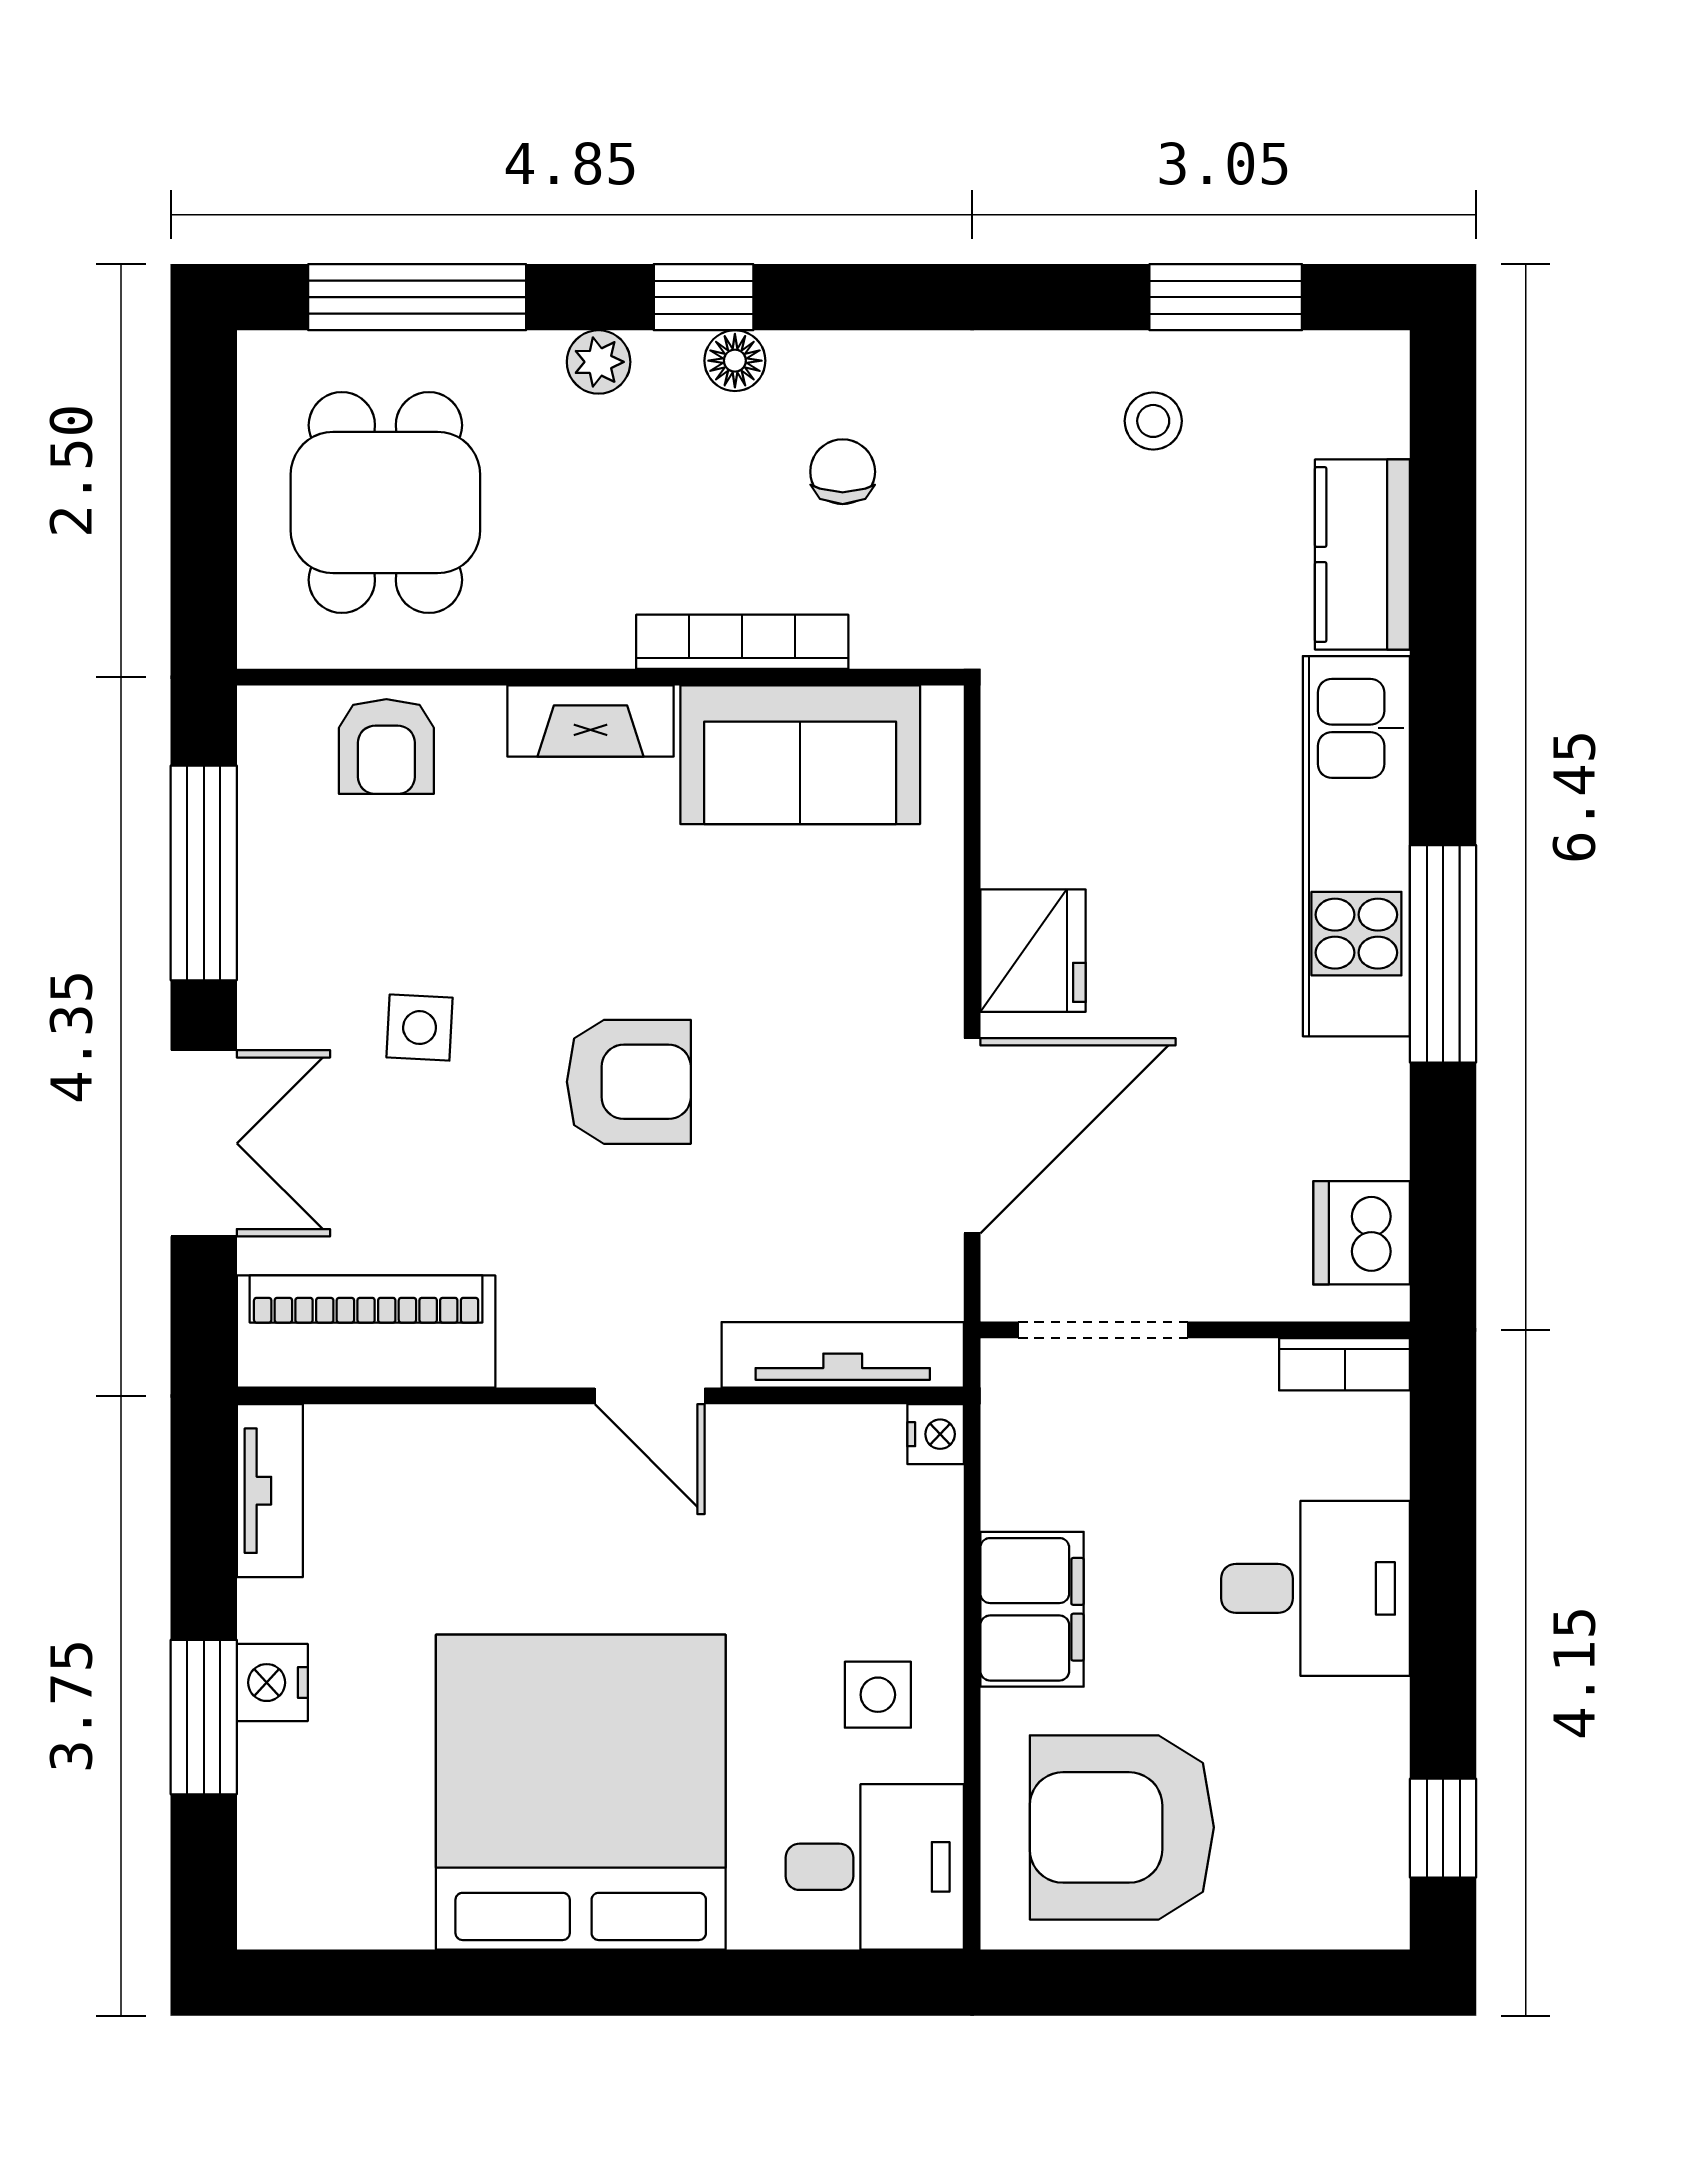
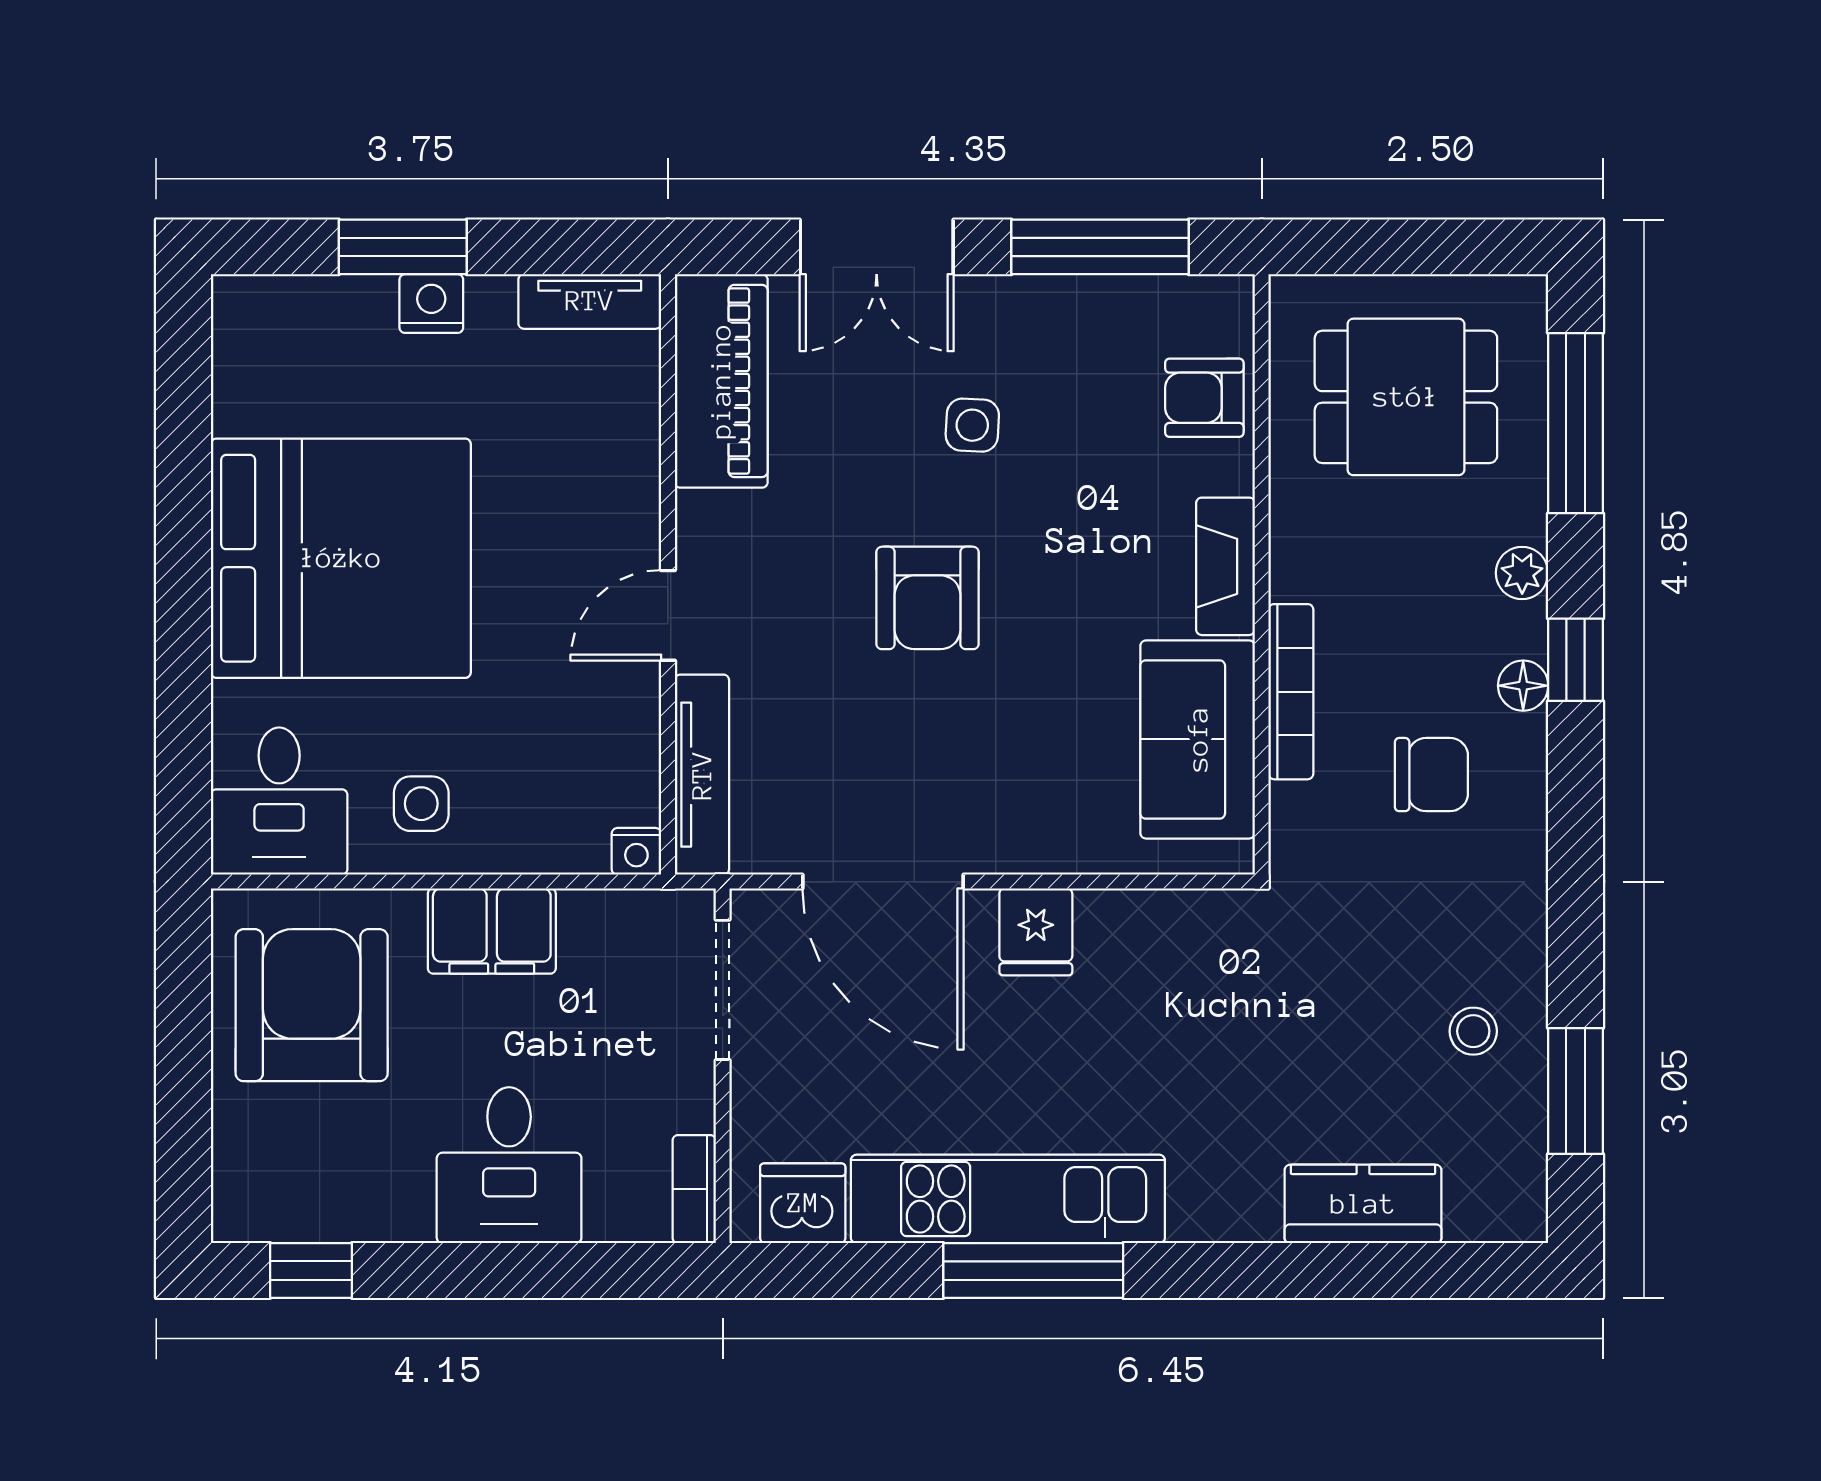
chair: (843, 472) -> (1431, 775), width x1.37, depth x1.37
kitchen unit: (1356, 846) -> (1008, 1199), moved
fridge: (1033, 951) -> (1036, 932), width x0.72

